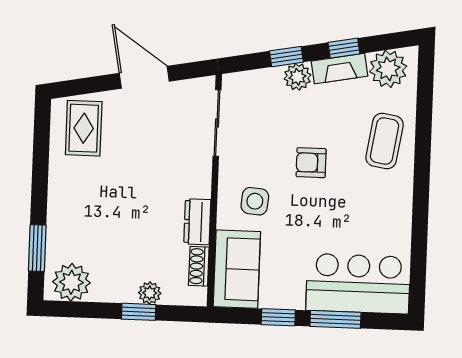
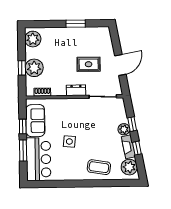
rug: (84, 128) -> (89, 64), moved
armchair: (311, 163) -> (88, 137), removed
side table: (255, 201) -> (69, 141), moved
dresser: (197, 222) -> (76, 90), moved
window: (37, 248) -> (76, 24), moved
sofa: (237, 269) -> (35, 121), moved, turned -90
plant: (150, 293) -> (34, 68), width x1.88, depth x1.88

